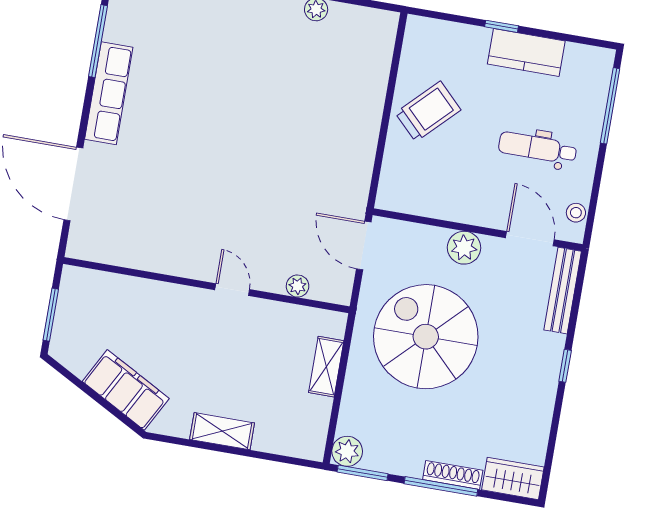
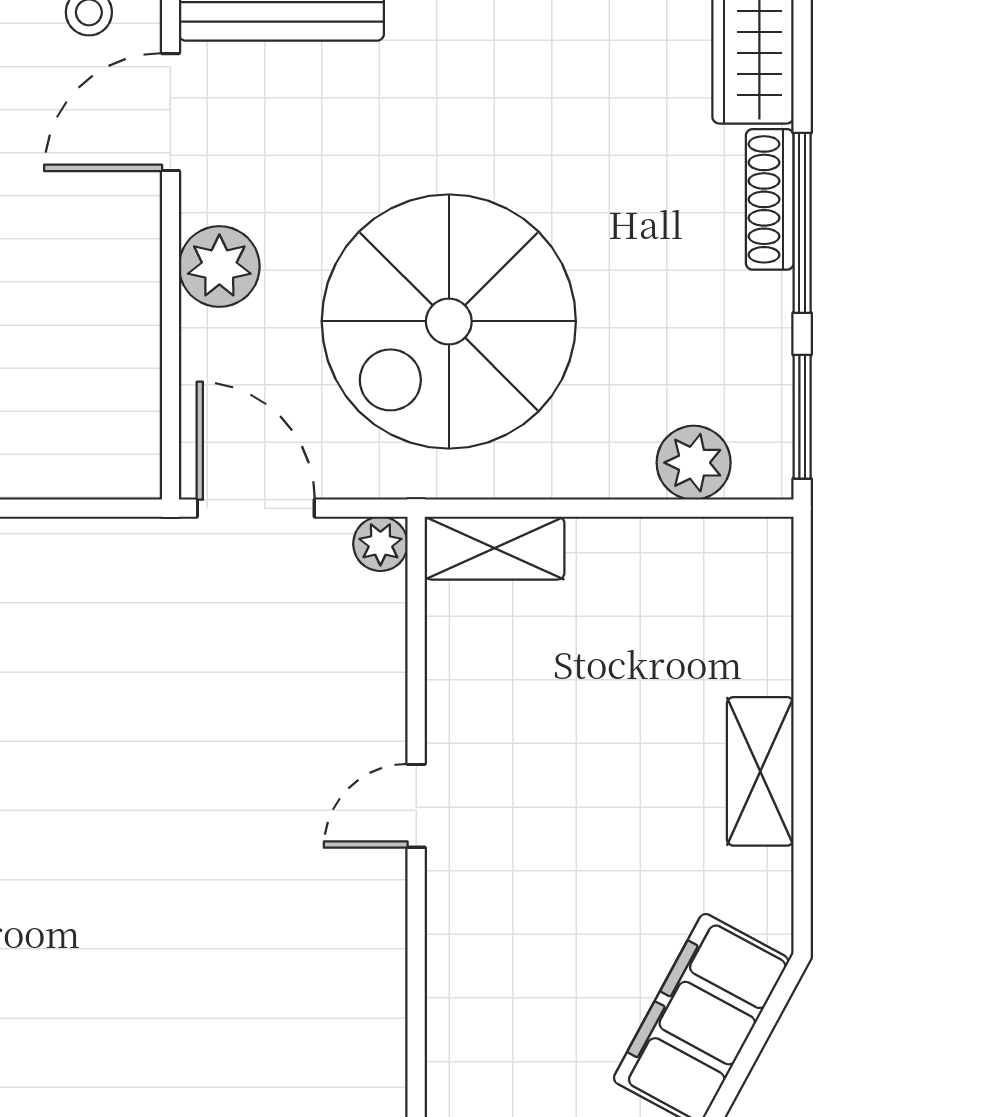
door: (364, 246) -> (256, 508), swing flipped
plant: (298, 286) -> (380, 544), moved
shelving: (326, 367) -> (494, 548), moved
plant: (347, 451) -> (694, 463), moved

